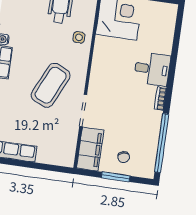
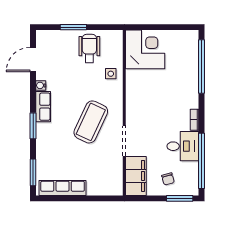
window: (176, 43) -> (202, 66), added
desk: (152, 69) -> (183, 146), moved
window: (116, 177) -> (180, 198), moved

